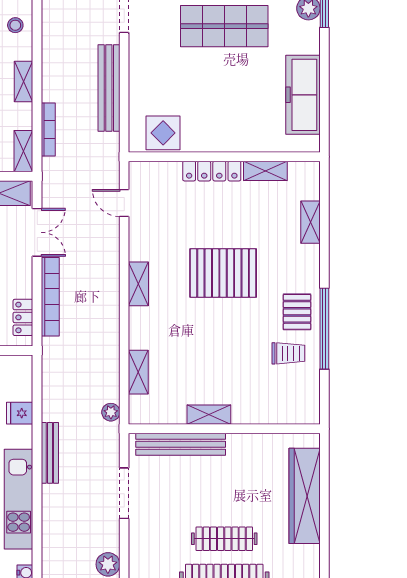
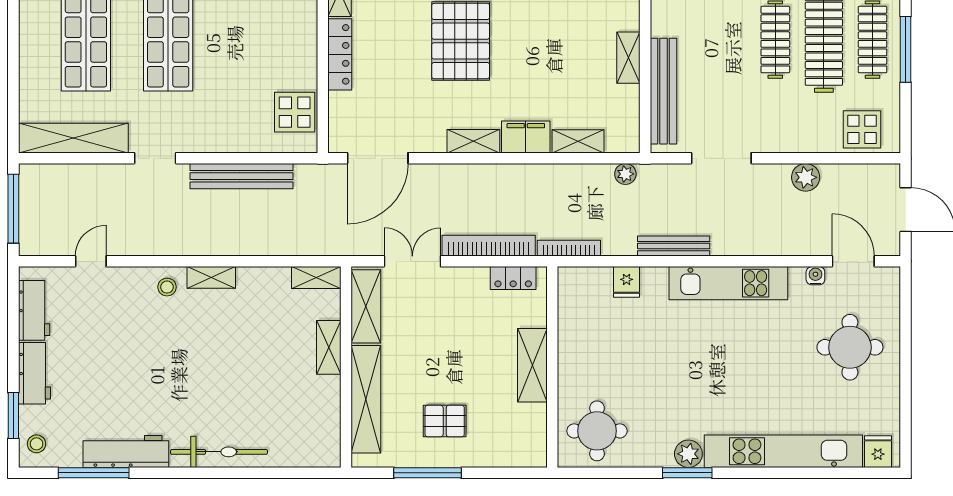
shelving: (23, 81) -> (211, 277), moved
bookcase: (48, 129) -> (569, 248), moved
door: (124, 203) -> (378, 158), width x1.87
filing cabinet: (142, 328) -> (526, 137), added

